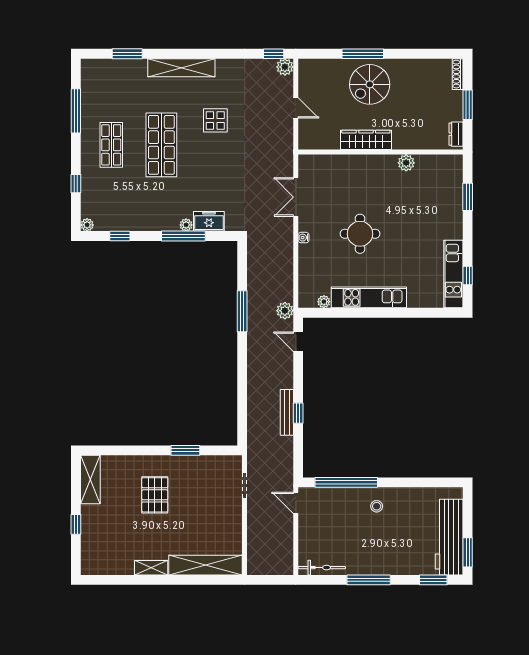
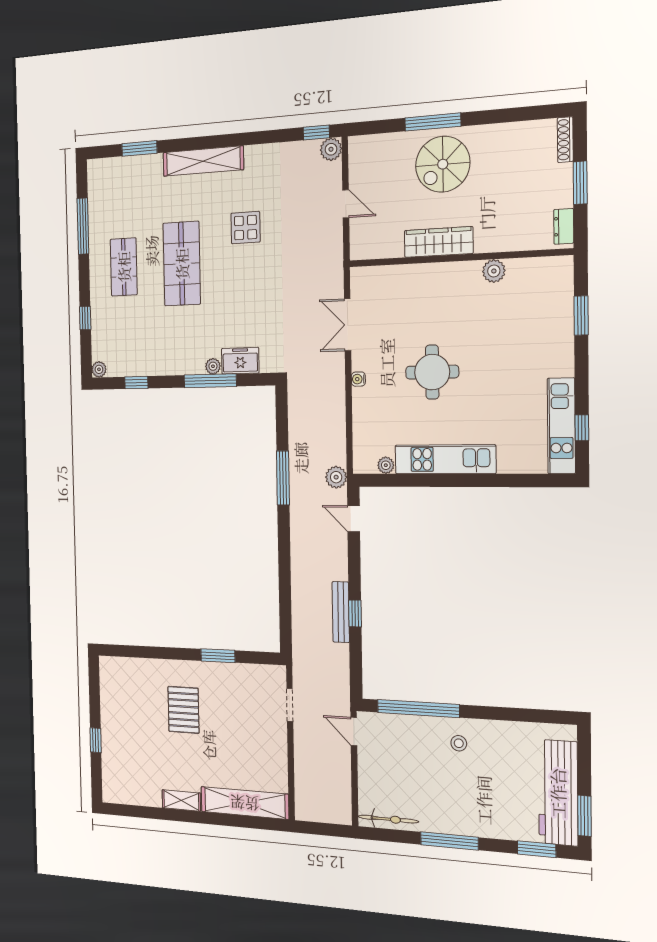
shelving: (90, 479) -> (110, 686), removed

